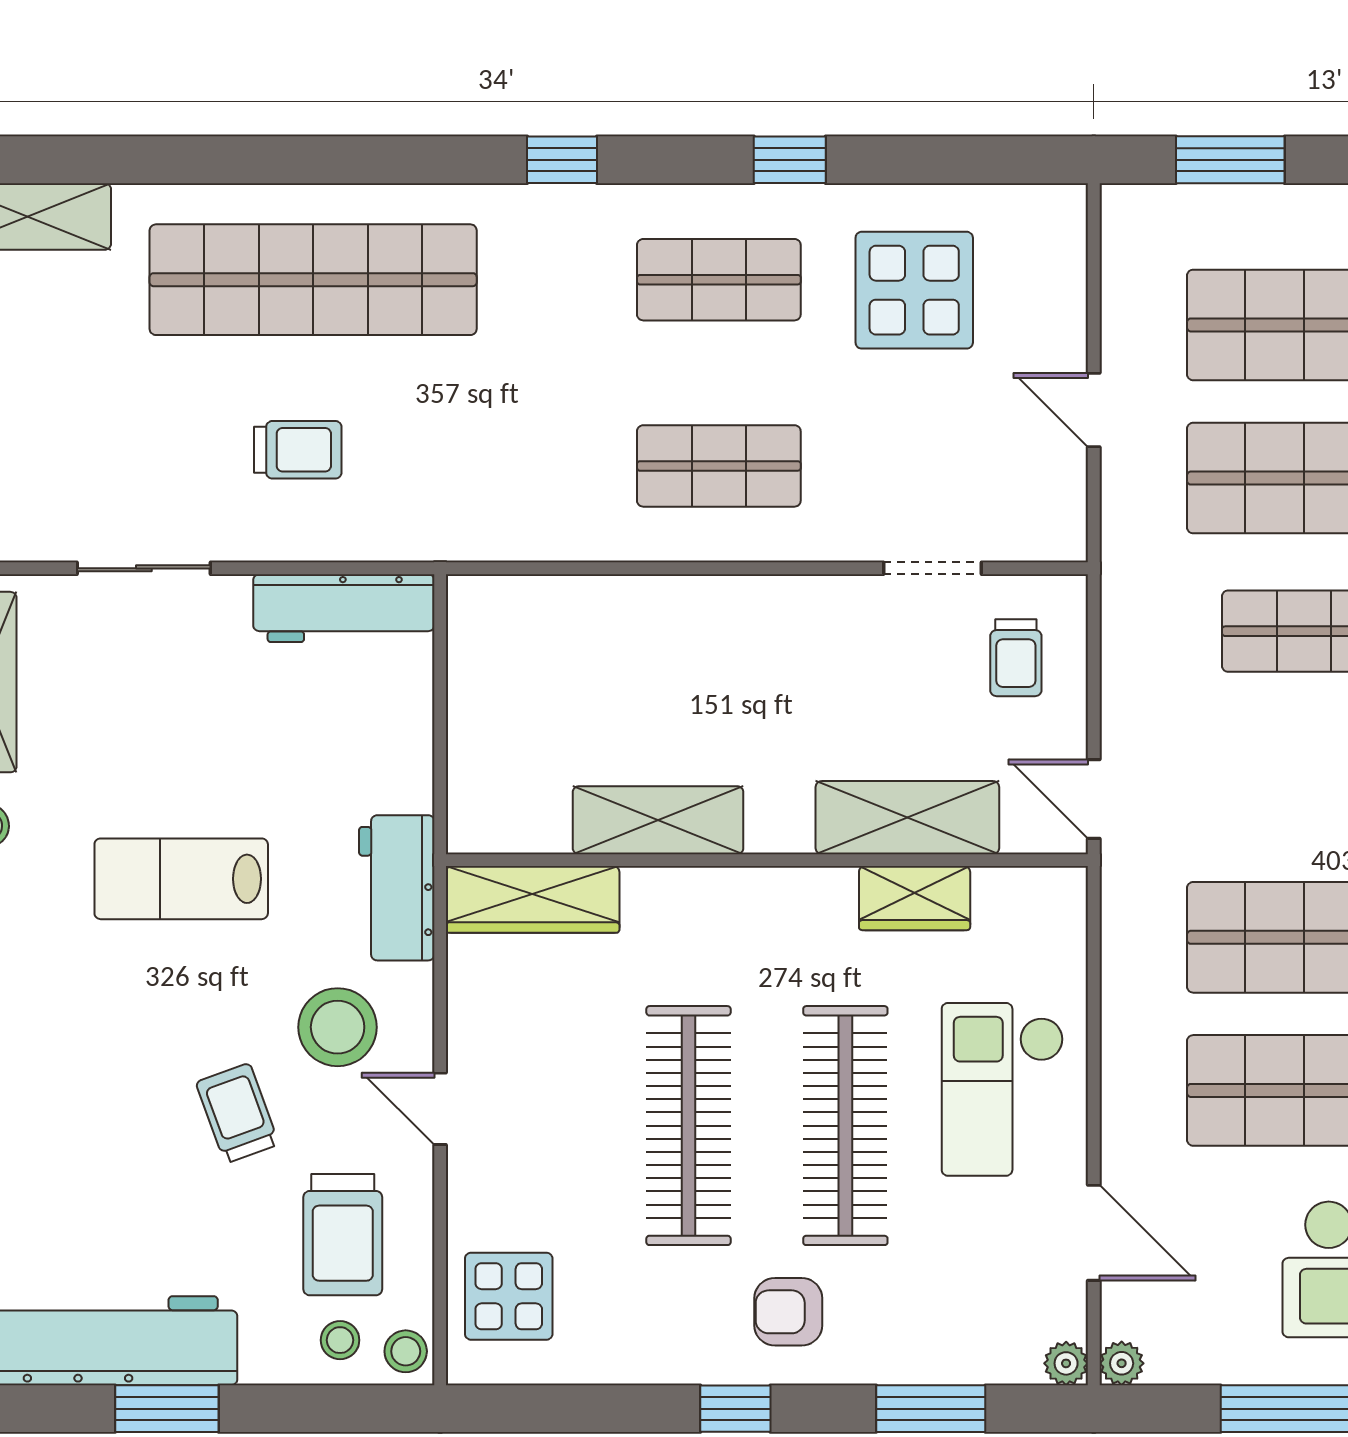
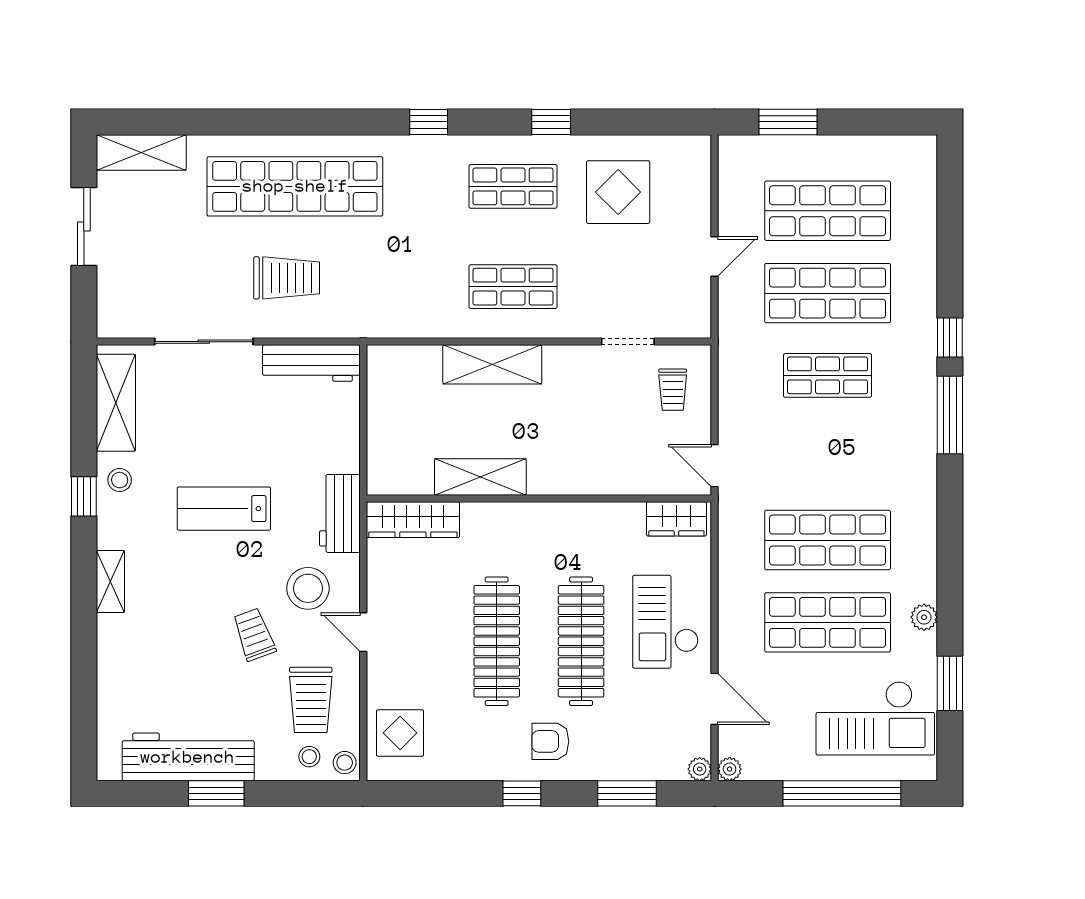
door: (1094, 410) -> (715, 256), swing flipped
trolley: (298, 450) -> (287, 278), width x1.36, depth x1.39
sliding door: (144, 568) -> (204, 342), width x1.37
shelving: (907, 818) -> (492, 364), moved
wardrobe: (915, 898) -> (676, 519), moved

